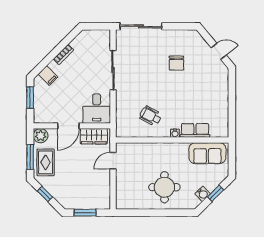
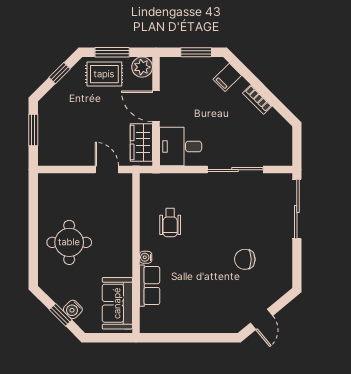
wheelchair: (150, 116) -> (170, 223), turned 152
water cooler: (203, 194) -> (73, 309), moved

